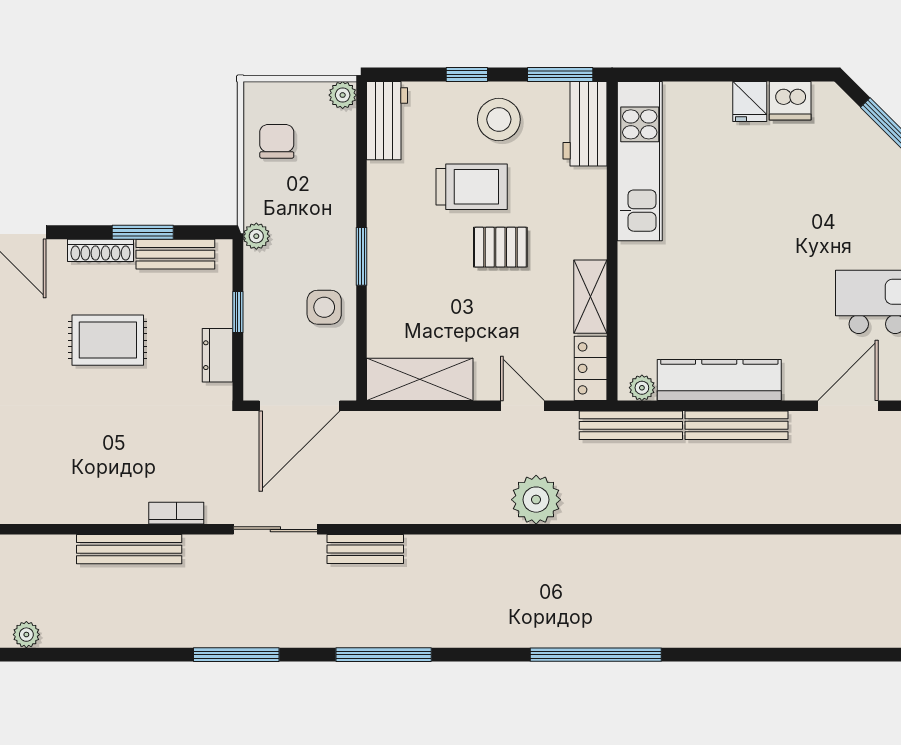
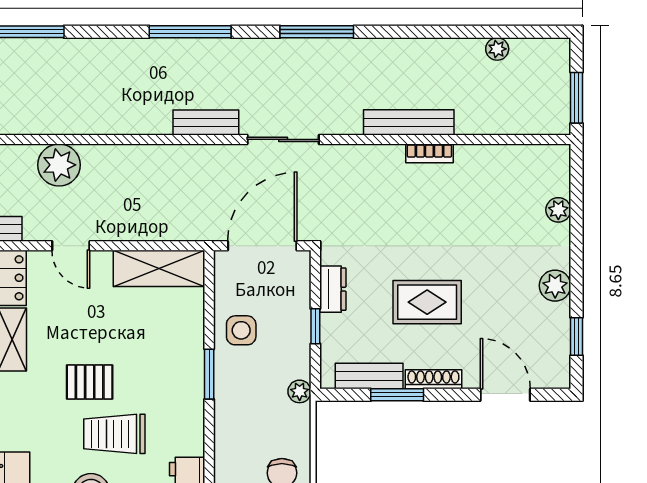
bookcase: (176, 513) -> (429, 153), moved

